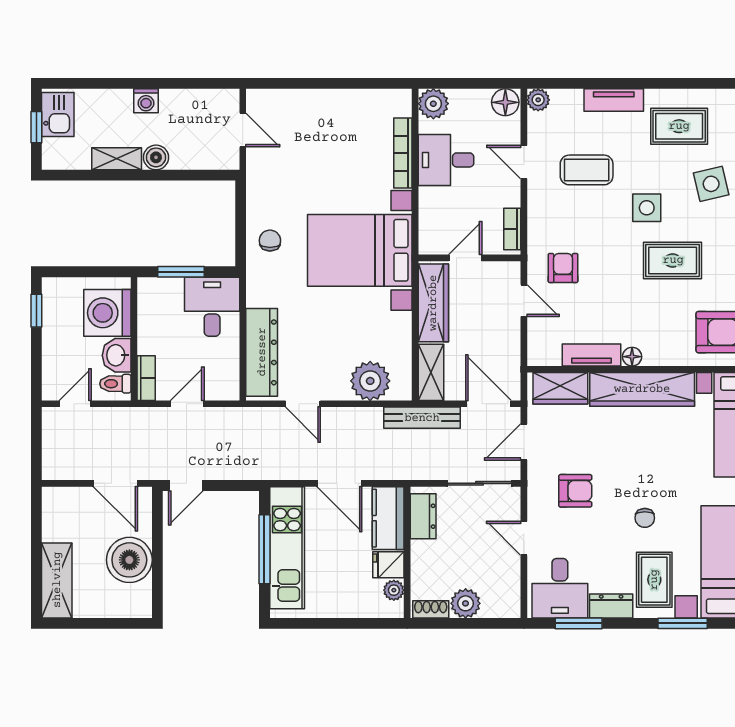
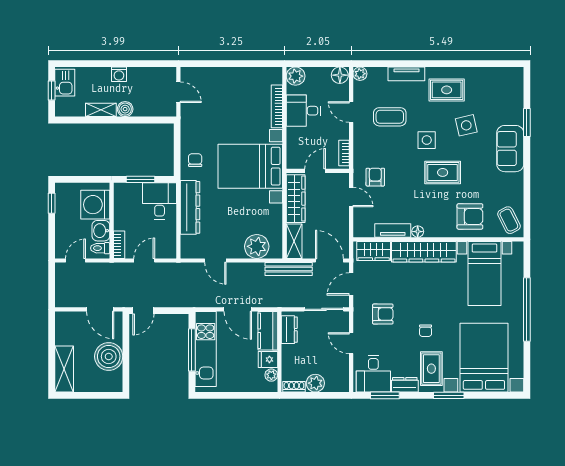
dresser: (262, 352) -> (190, 207), moved

